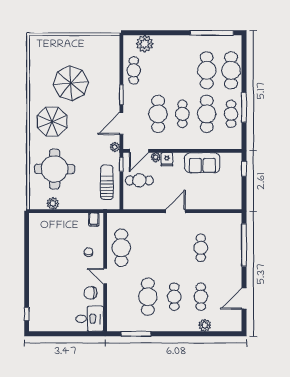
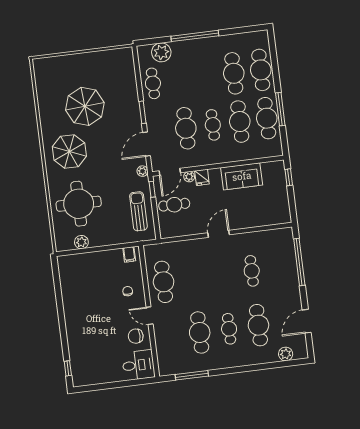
window: (212, 33) -> (195, 36), moved
cafe table: (231, 114) -> (267, 118), width x1.37, depth x1.35
cafe table: (201, 297) -> (258, 325), width x1.37, depth x1.35
plant: (205, 325) -> (286, 354), moved

